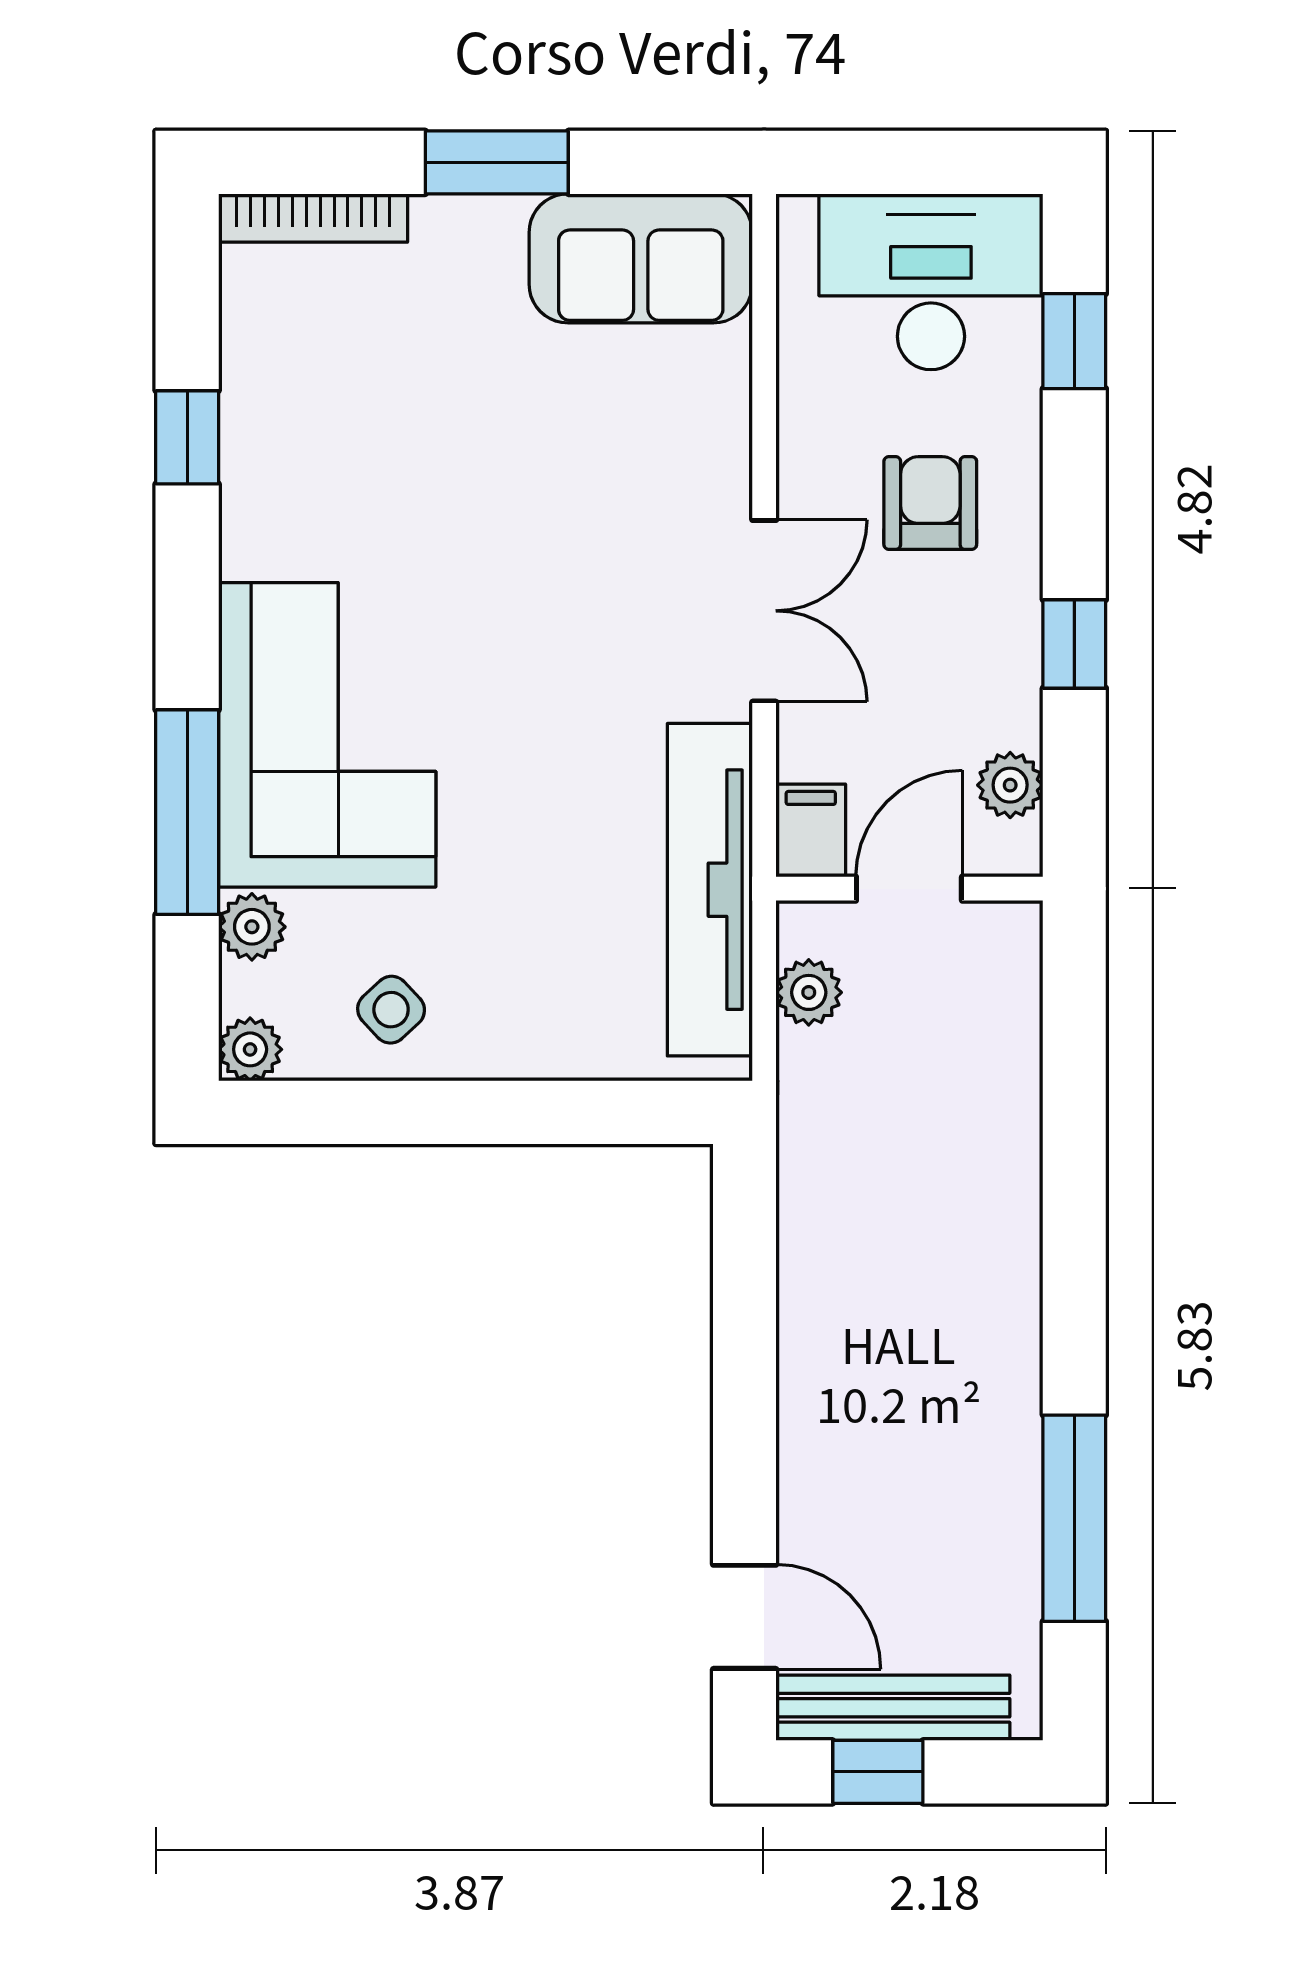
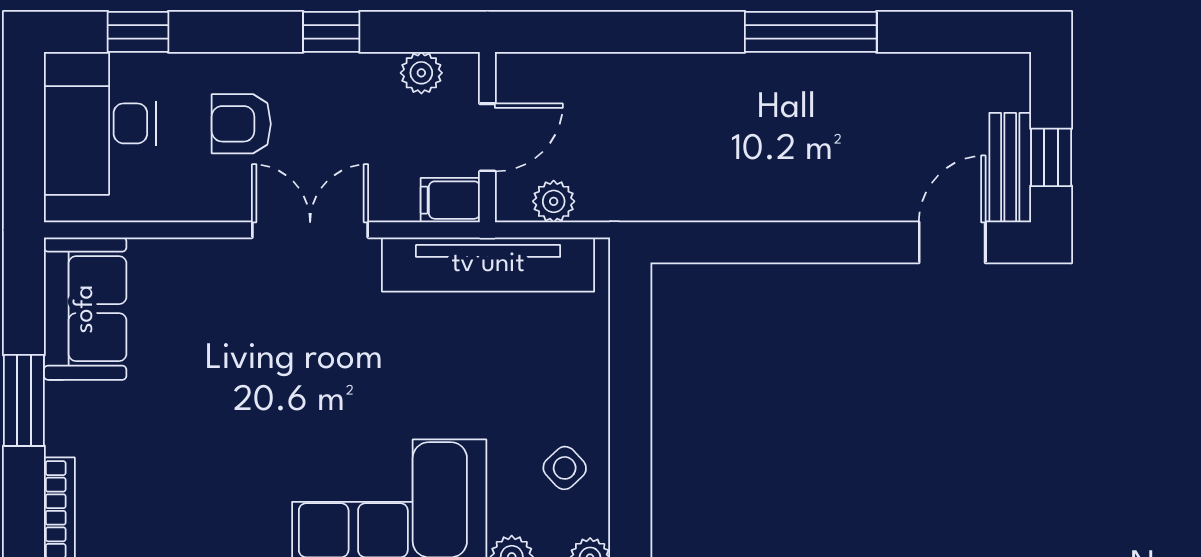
door: (909, 889) -> (487, 137), swing flipped
window: (1074, 1518) -> (811, 32), moved
bench: (893, 1708) -> (1010, 168), width x0.73

